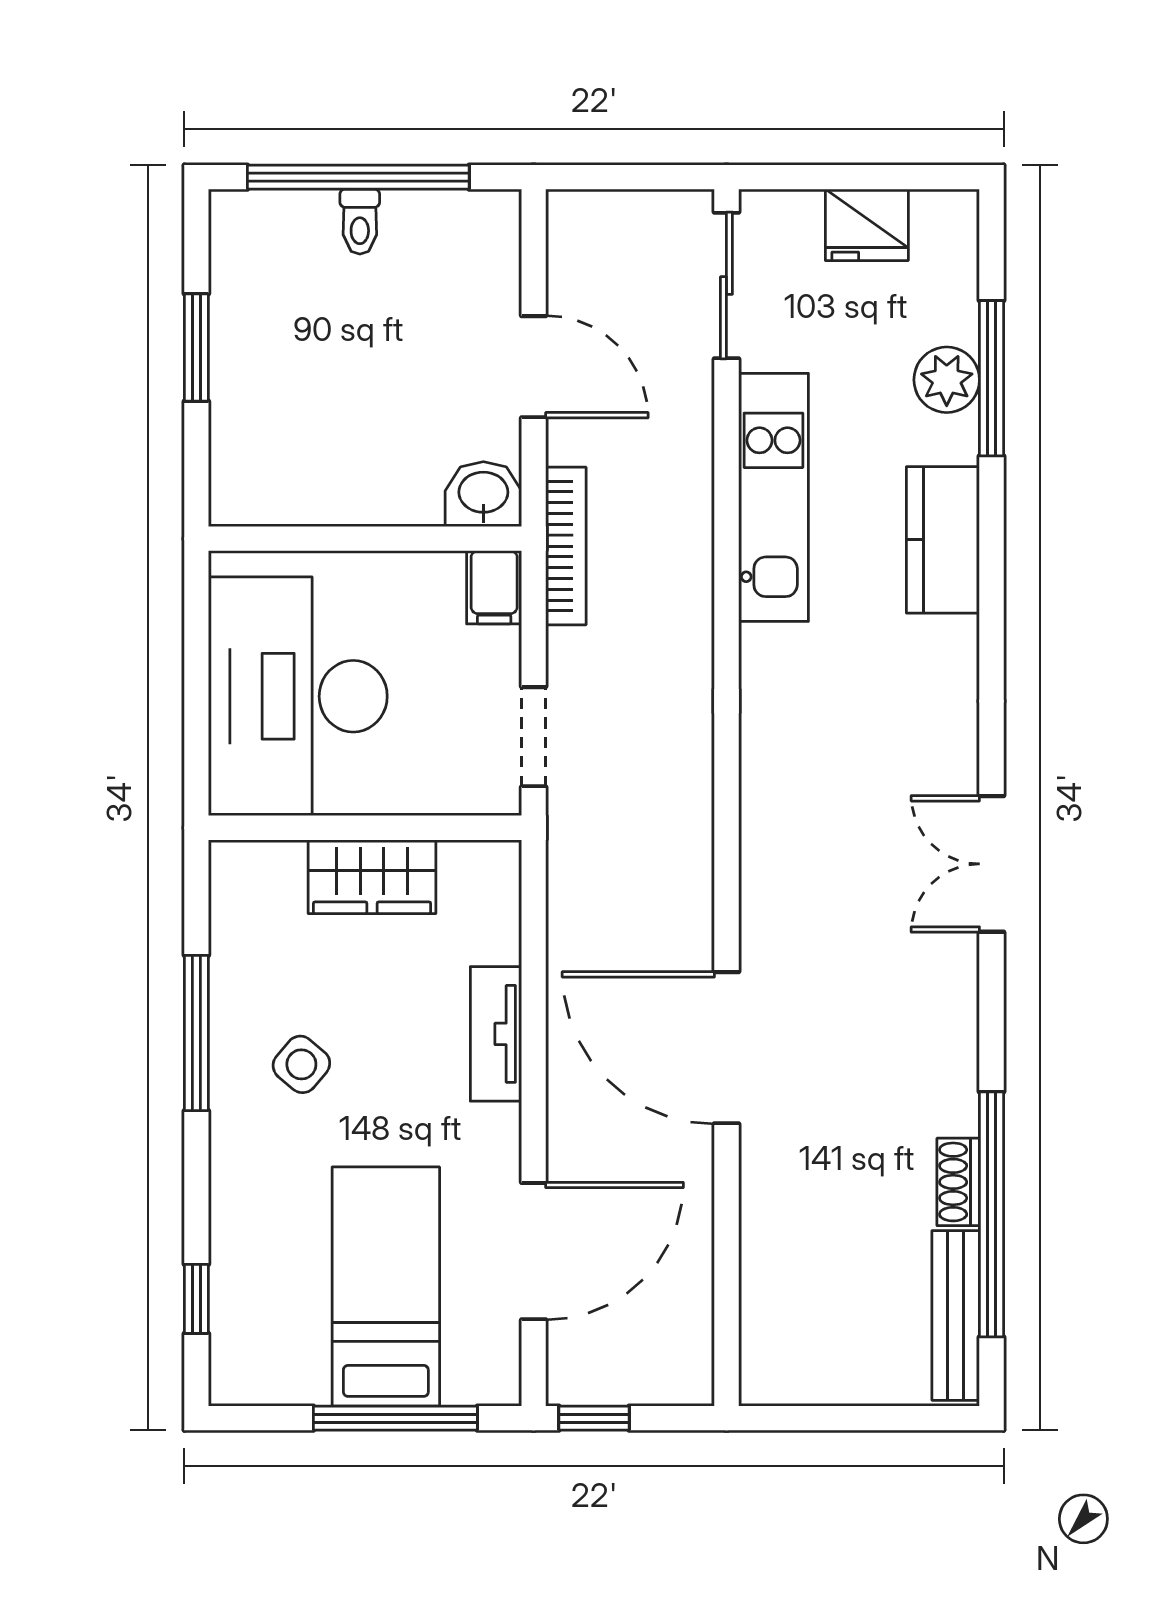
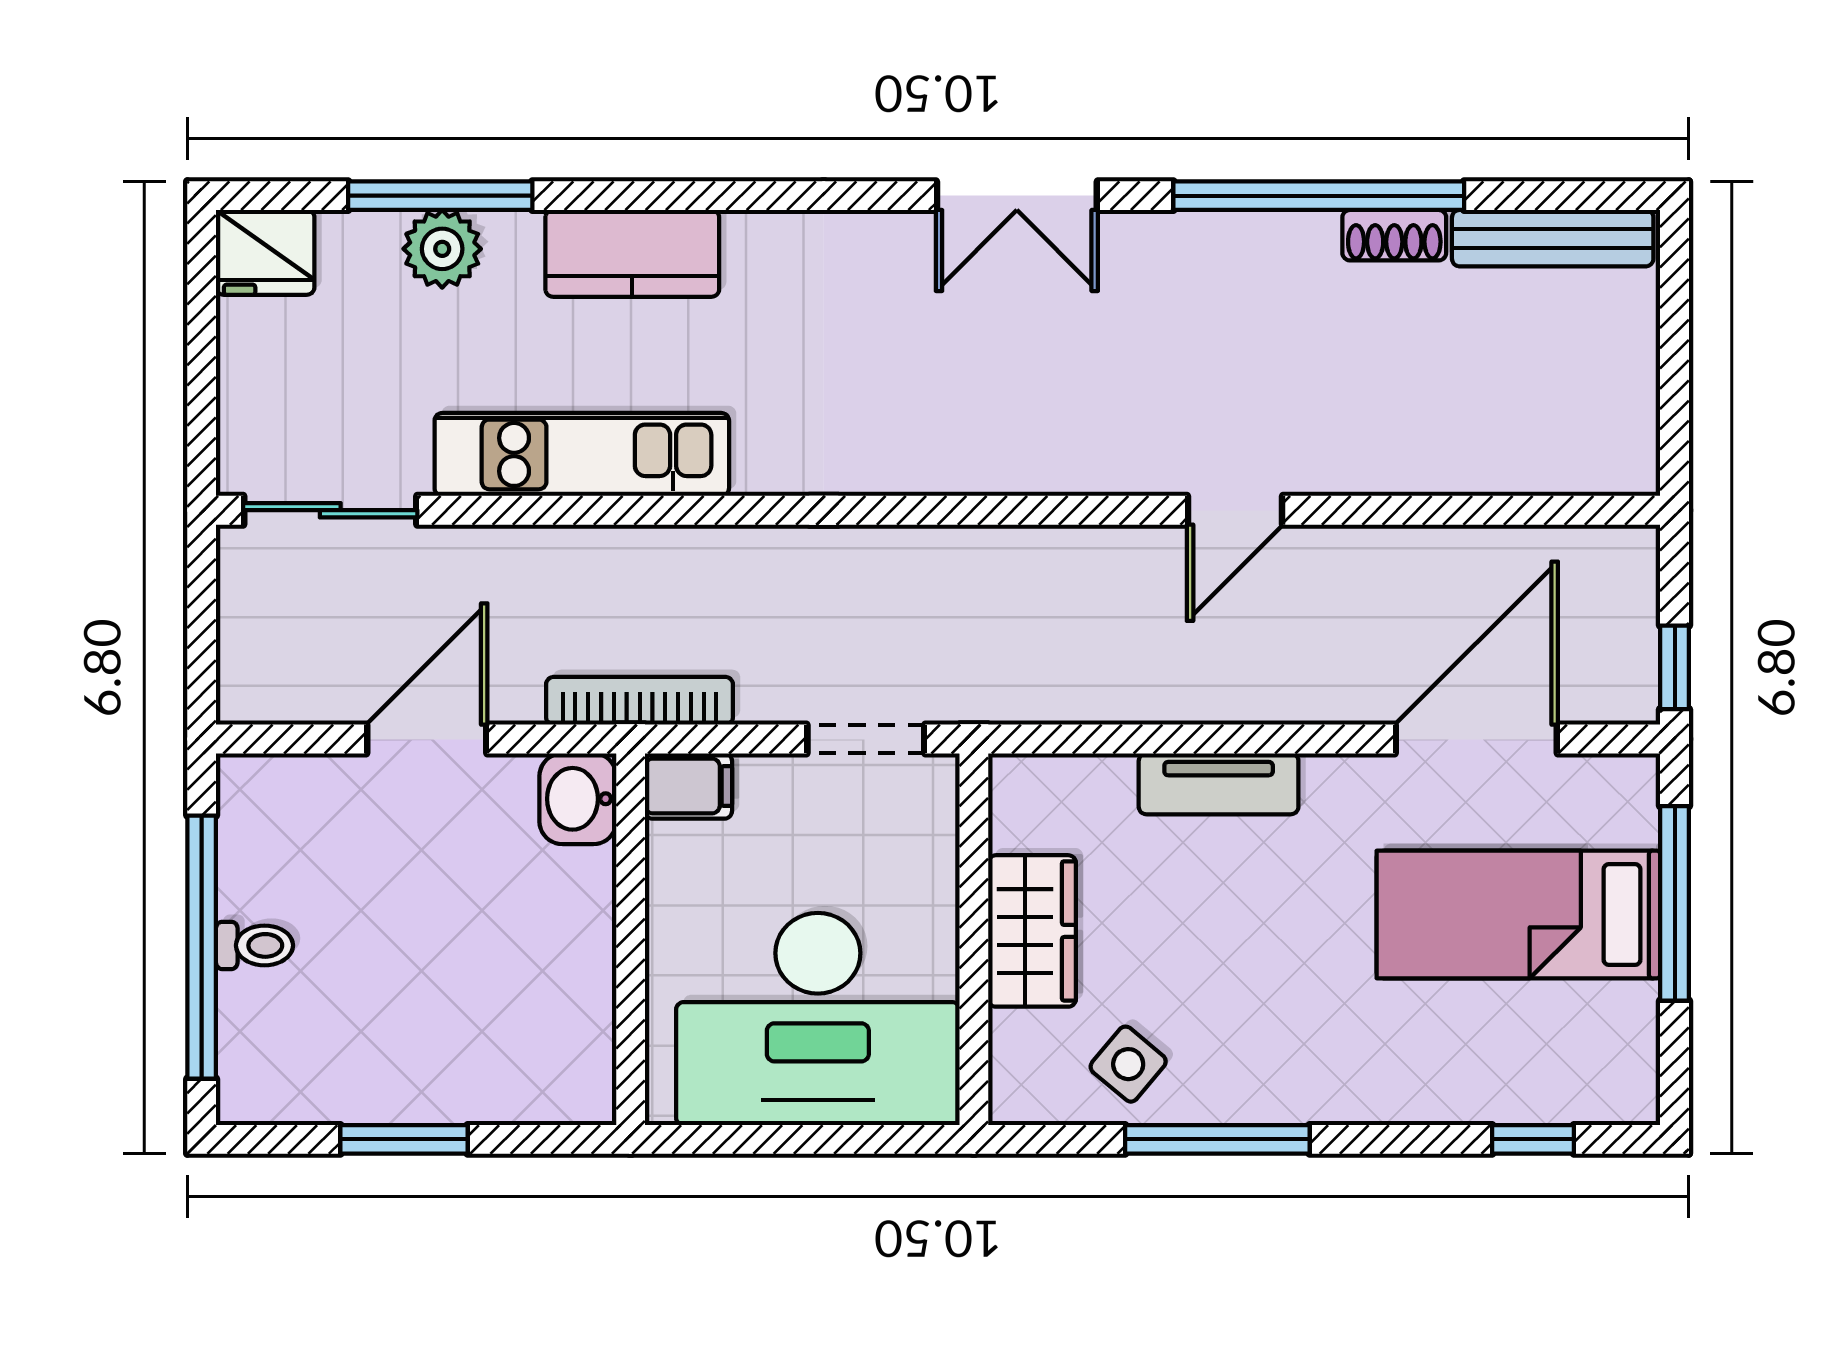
fridge: (867, 225) -> (265, 252), moved, turned 90
door: (726, 1048) -> (1235, 510), width x0.53
side table: (301, 1064) -> (1128, 1064), moved
window: (992, 1214) -> (1319, 196), moved
door: (534, 1251) -> (1476, 739), hinge flipped

